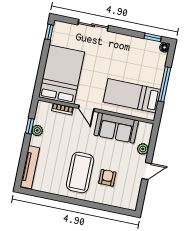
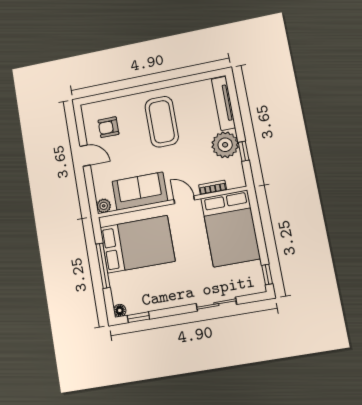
bed: (132, 96) -> (137, 244), width x1.50
plant: (37, 130) -> (225, 145), width x1.88, depth x1.88
plant: (143, 149) -> (104, 206), moved
door: (147, 171) -> (85, 156), swing flipped
armchair: (107, 178) -> (108, 127), moved, turned 90

